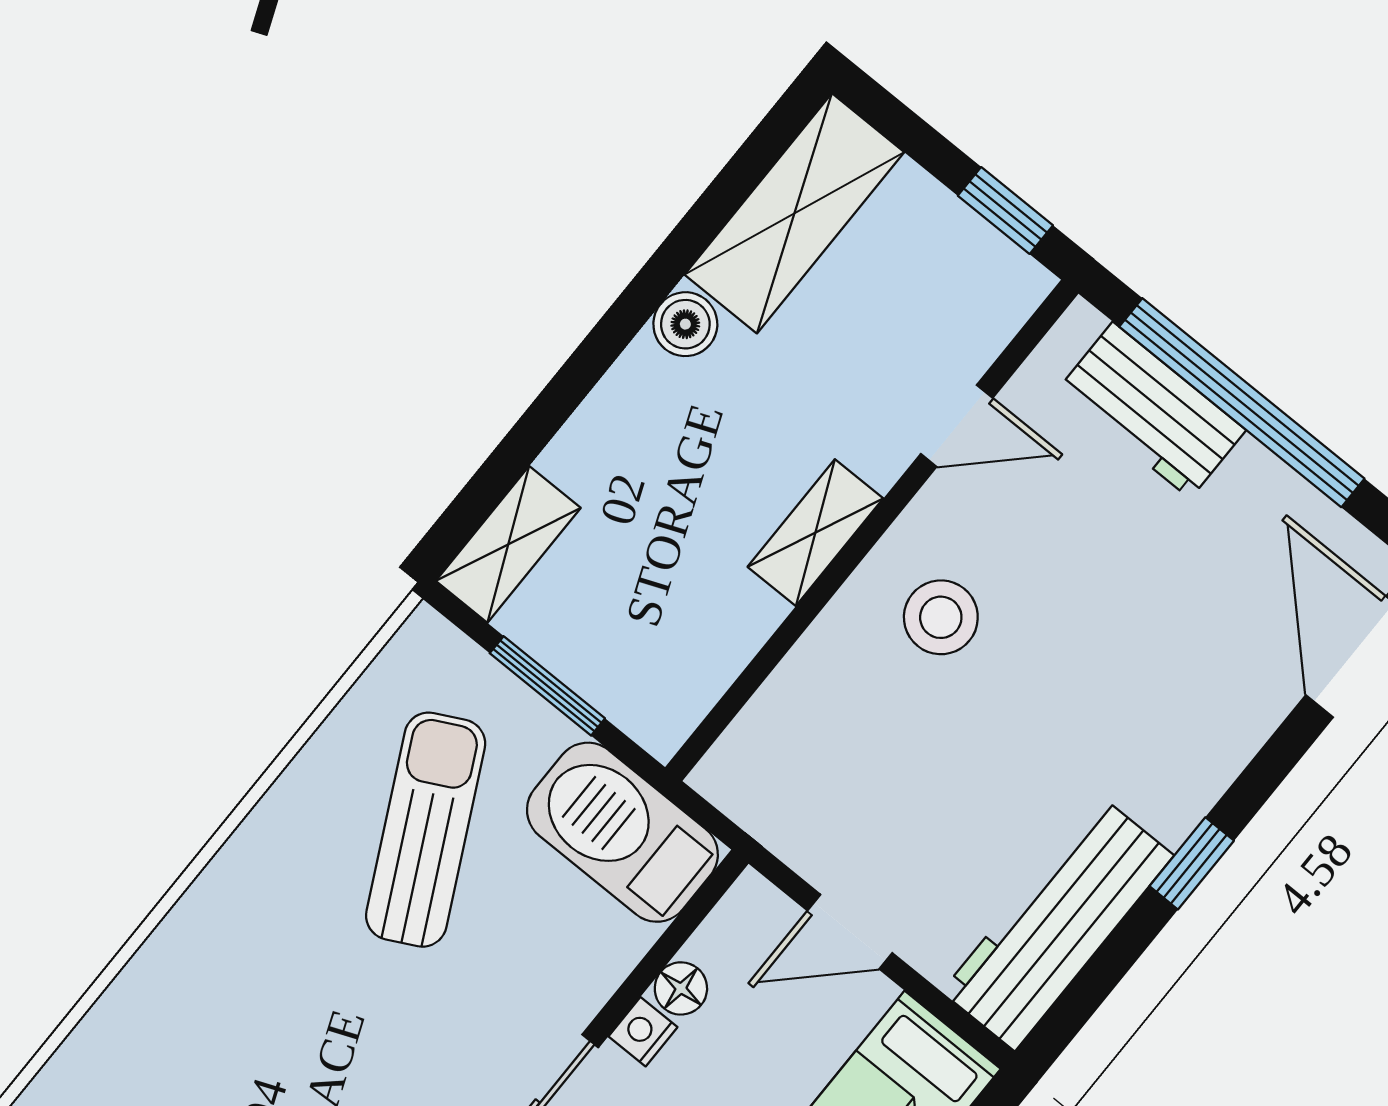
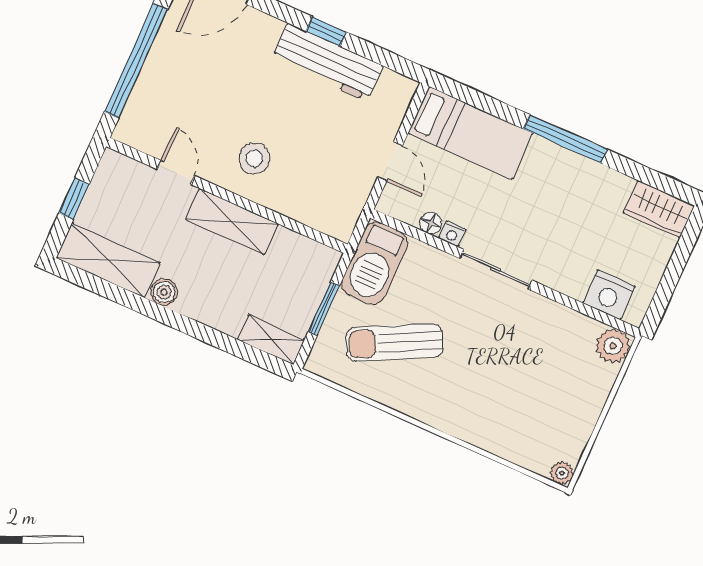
window: (1005, 210) -> (74, 199), moved
workbench: (1151, 410) -> (149, 96), removed
shelving: (815, 533) -> (232, 222), width x1.50, depth x1.33
workbench: (1058, 924) -> (327, 62), moved

